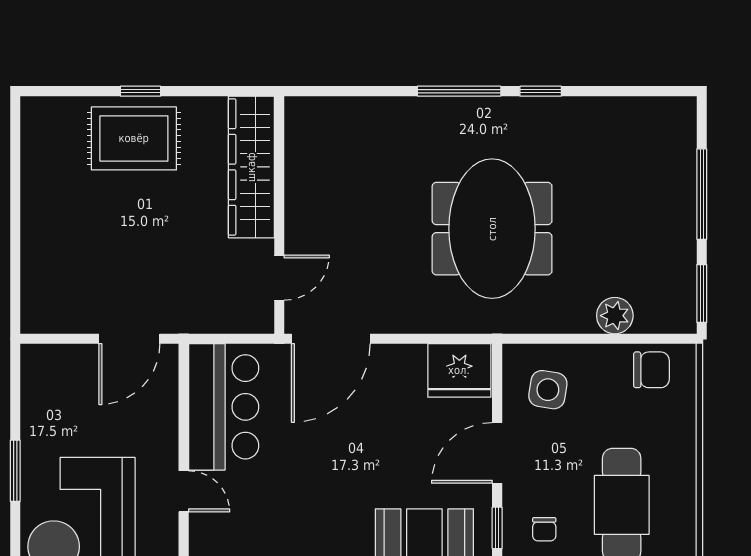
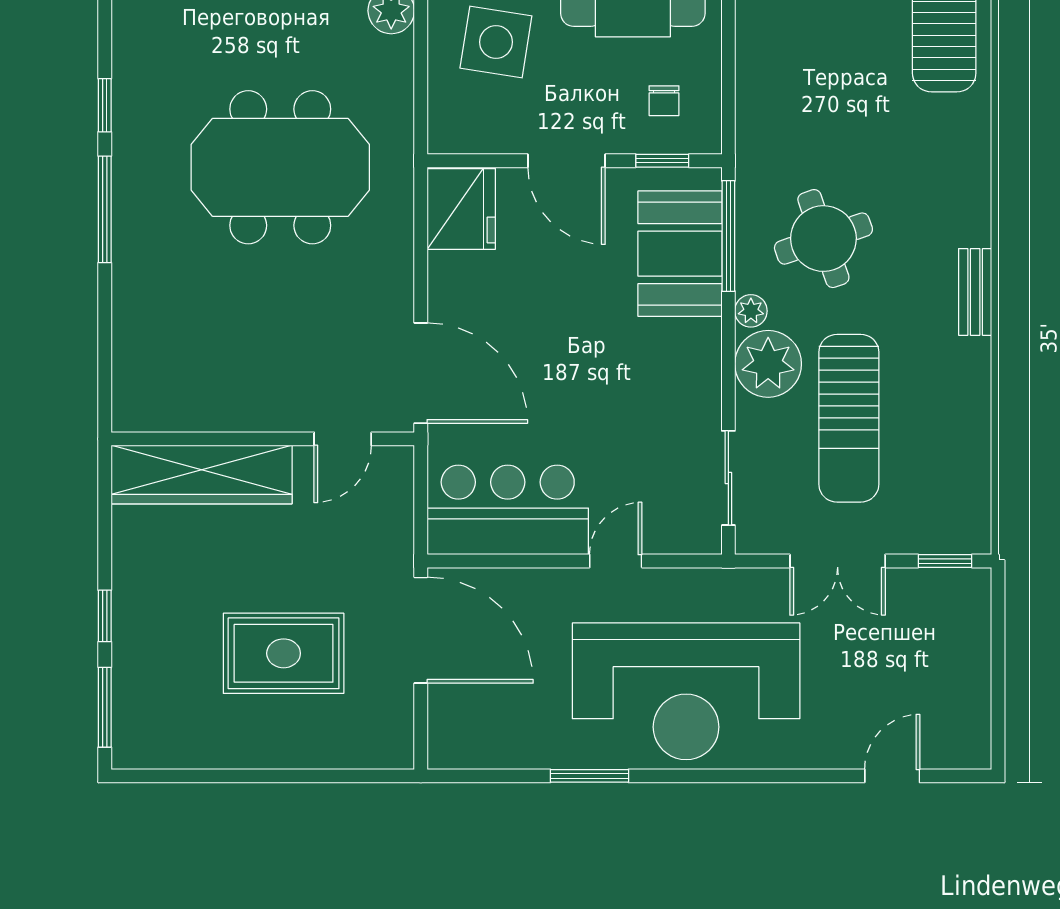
window: (69, 91) -> (105, 707), added
rug: (134, 138) -> (284, 653), moved, turned 90
door: (279, 278) -> (343, 439), swing flipped
door: (129, 339) -> (421, 630), width x1.36
side table: (548, 390) -> (496, 42), moved, width x1.37, depth x1.37
chair: (544, 529) -> (664, 101), turned 90

